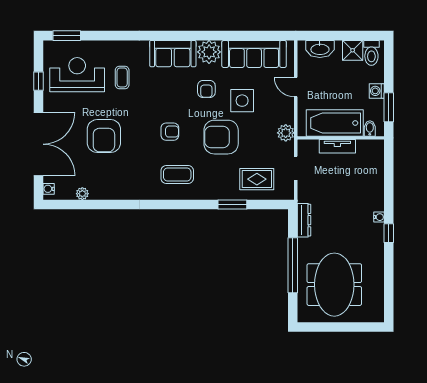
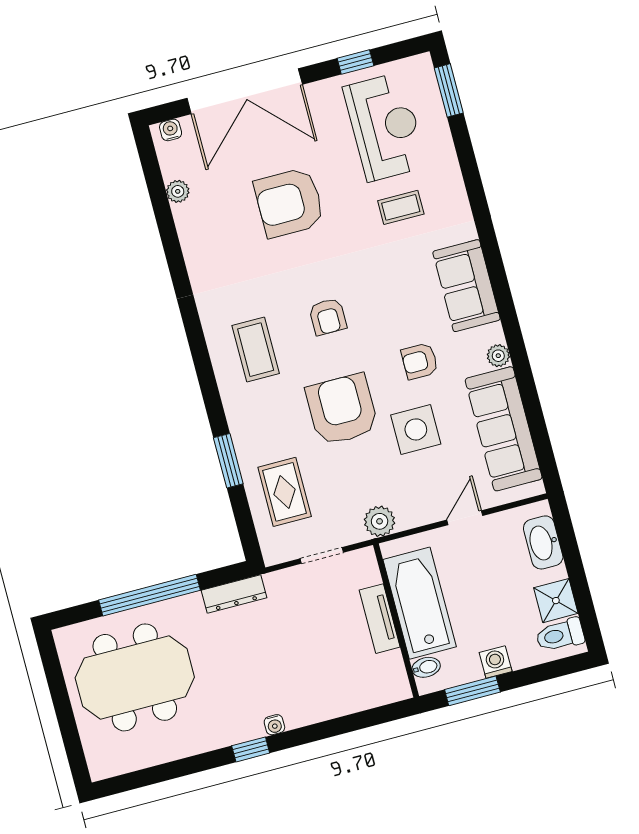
plant: (209, 52) -> (498, 356), width x0.53, depth x0.53

